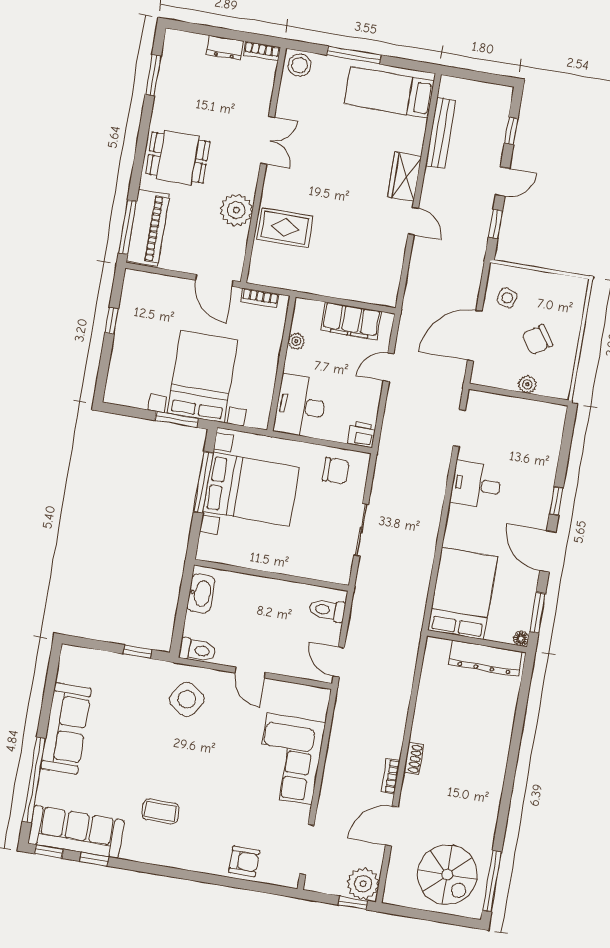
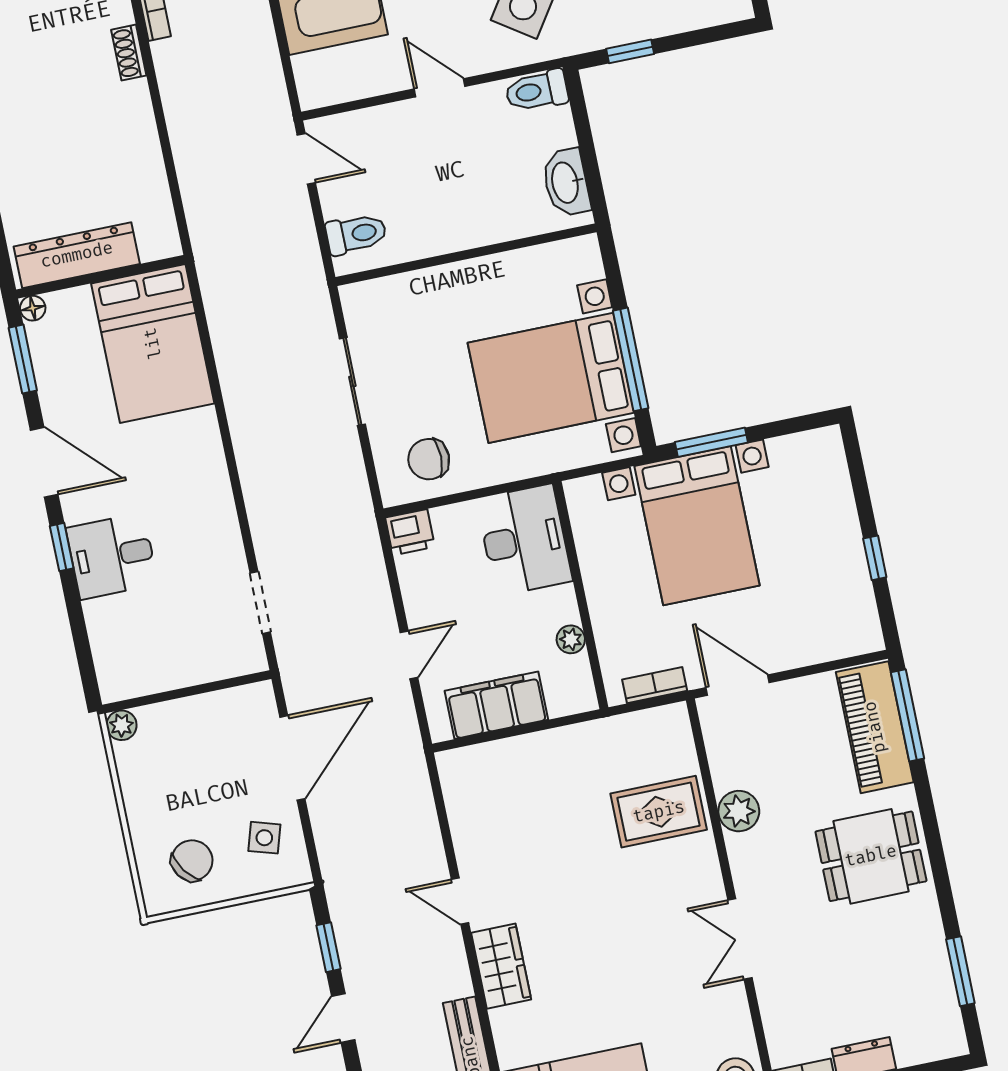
plant: (236, 210) -> (739, 811), width x0.73, depth x0.73
chair: (537, 340) -> (192, 861), moved
plant: (527, 384) -> (122, 725), moved
desk: (476, 485) -> (112, 556), moved, turned 180

